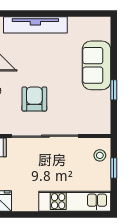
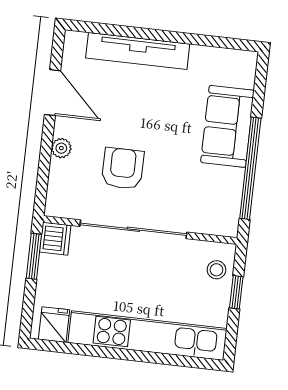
window: (114, 90) -> (250, 168), width x3.17
kitchen unit: (75, 201) -> (148, 336), width x1.36

